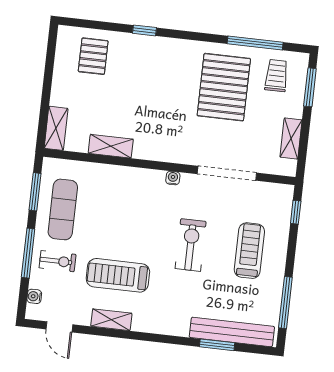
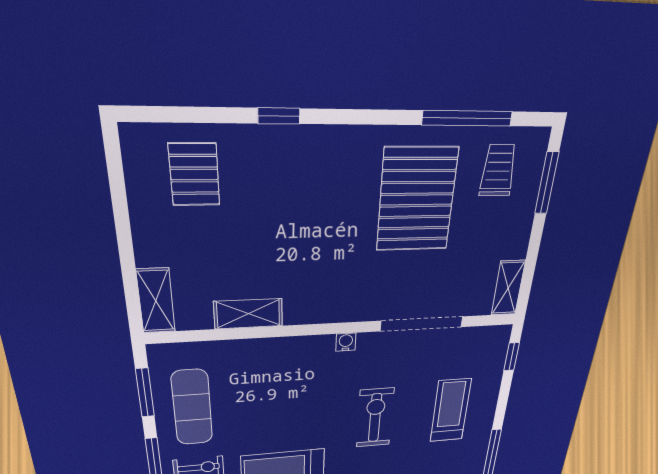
shelving: (291, 138) -> (508, 288), moved

